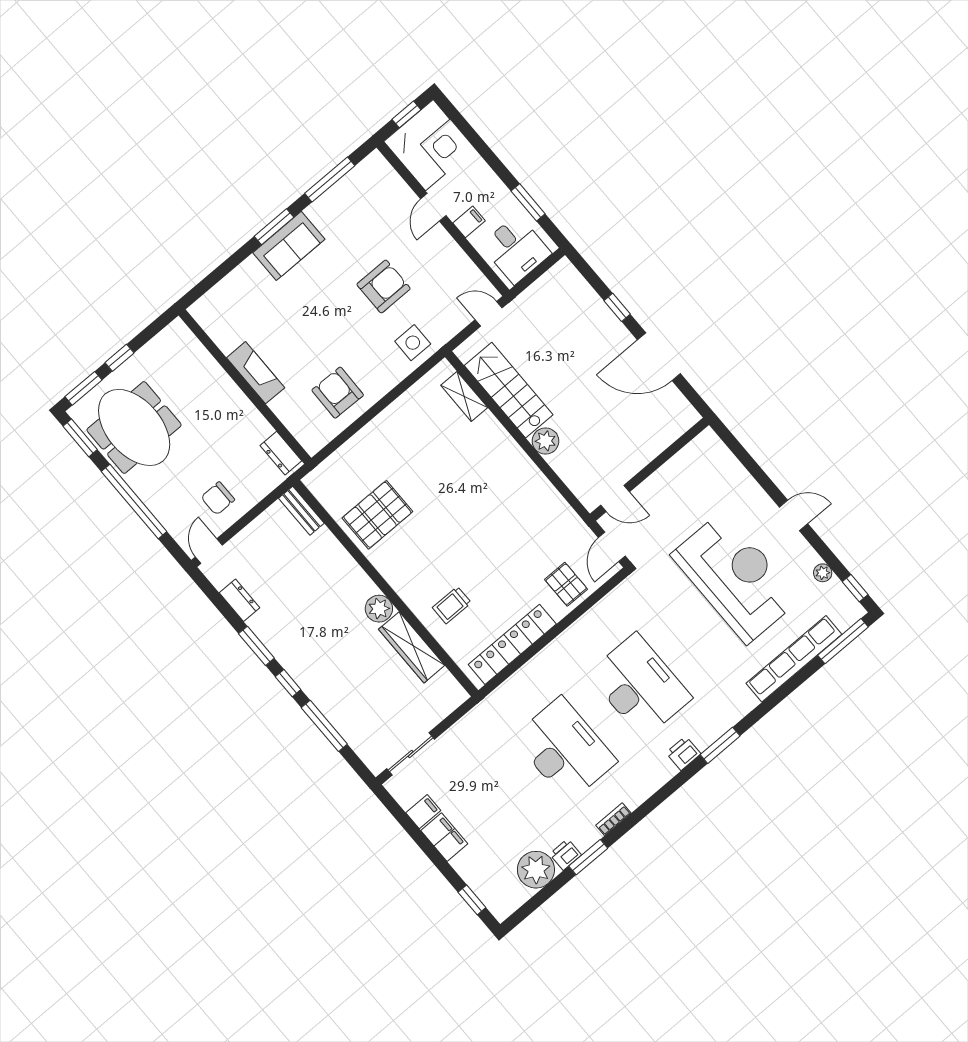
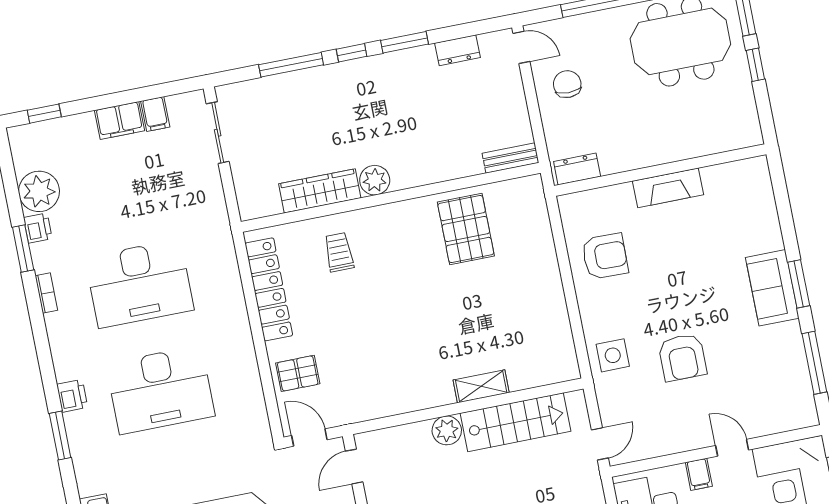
shelving: (464, 396) -> (481, 386), moved

